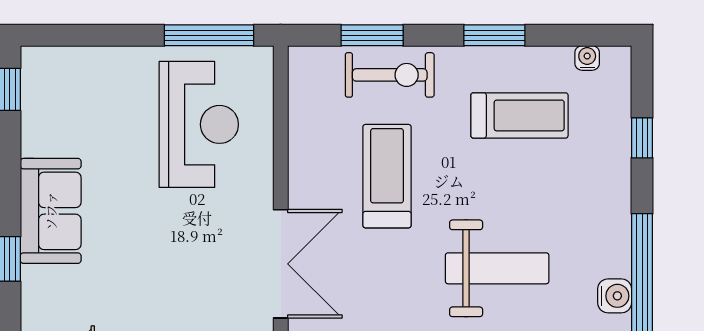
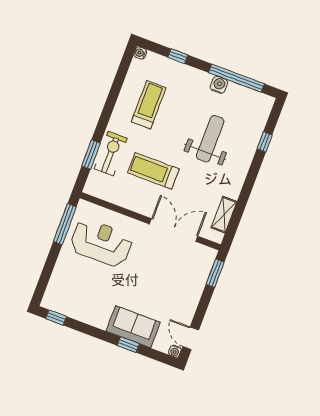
window: (494, 35) -> (111, 103), removed
water cooler: (587, 58) -> (140, 53), moved
sofa: (51, 211) -> (133, 327), moved
water cooler: (615, 296) -> (219, 85), moved

